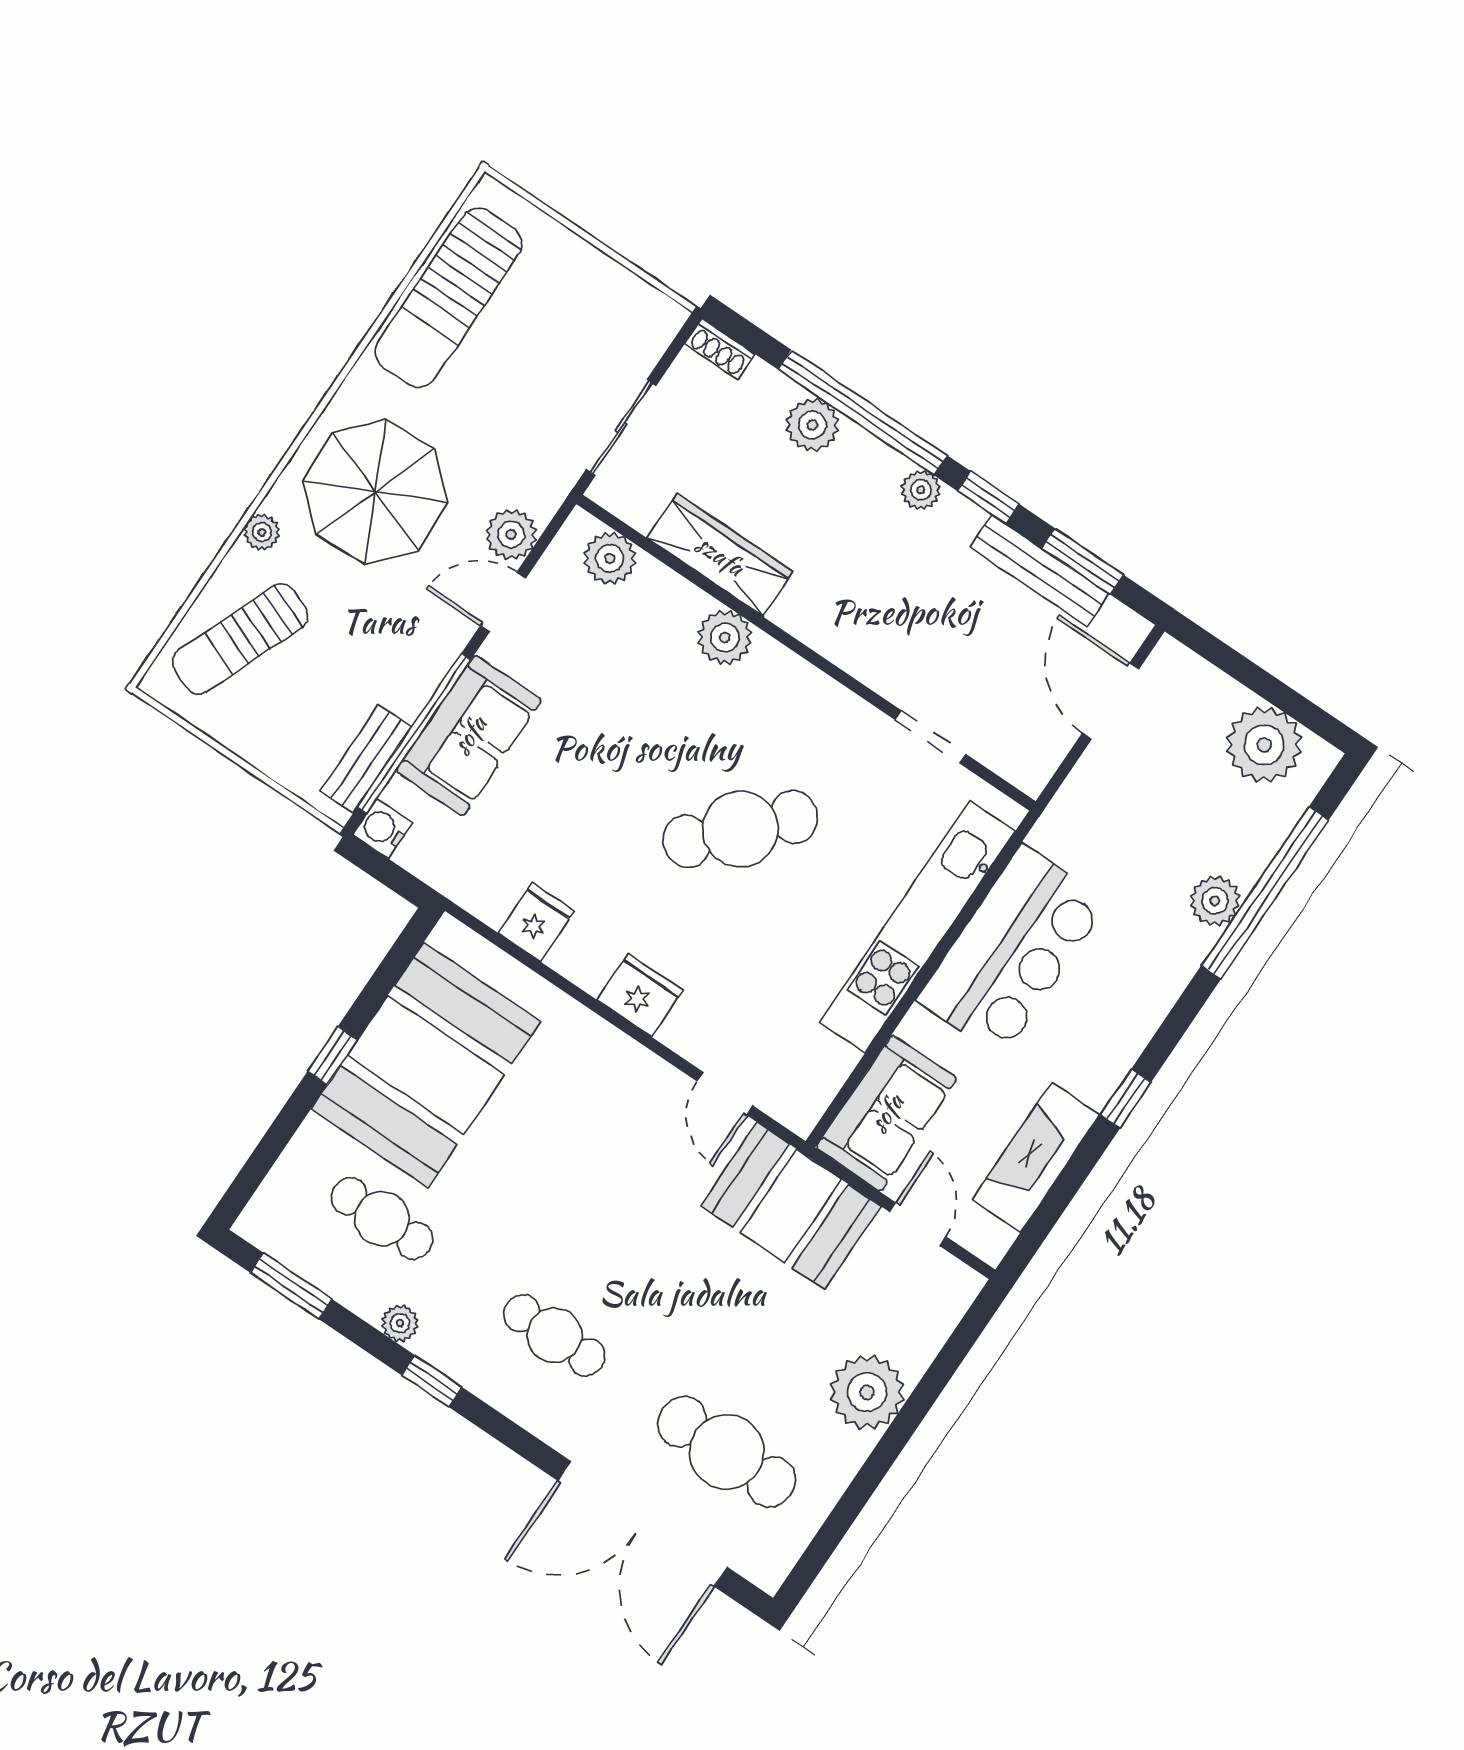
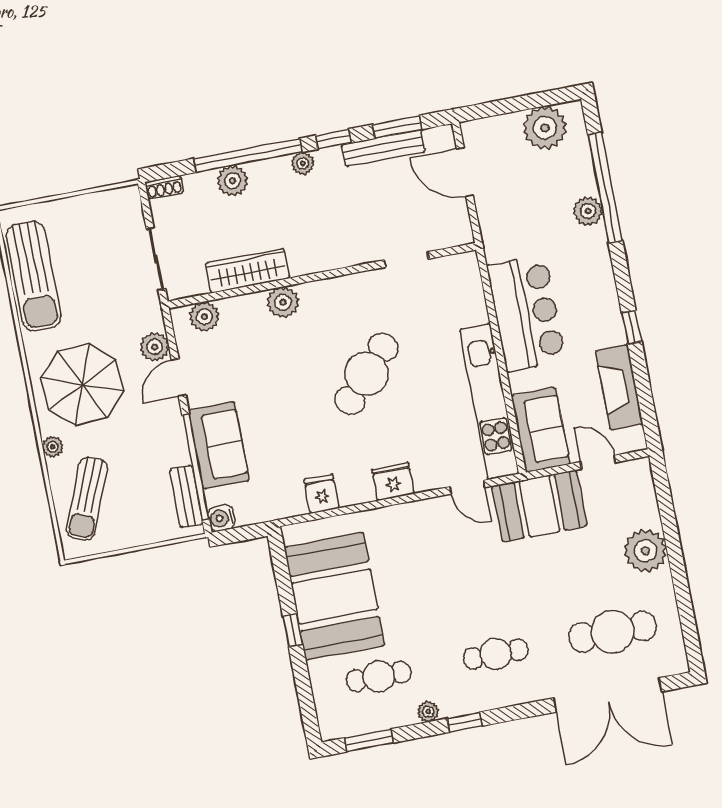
kitchen unit: (917, 927) -> (489, 402), moved

